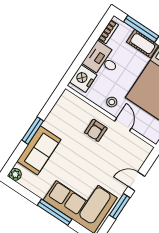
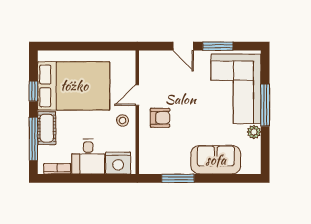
window: (33, 131) -> (178, 178), moved
plant: (15, 174) -> (254, 132), moved

